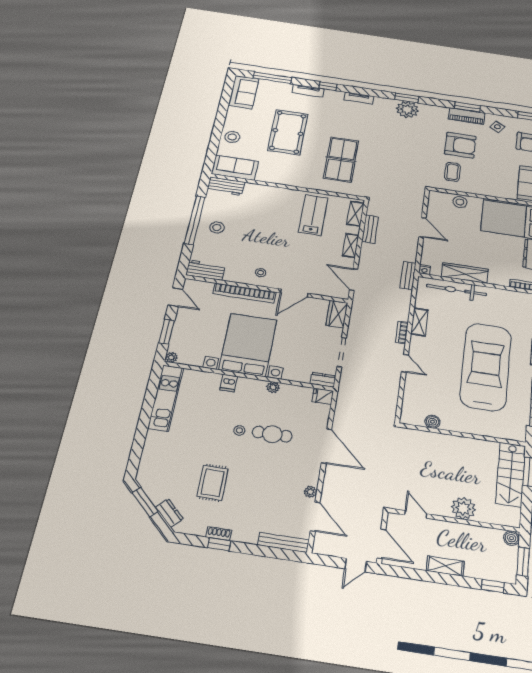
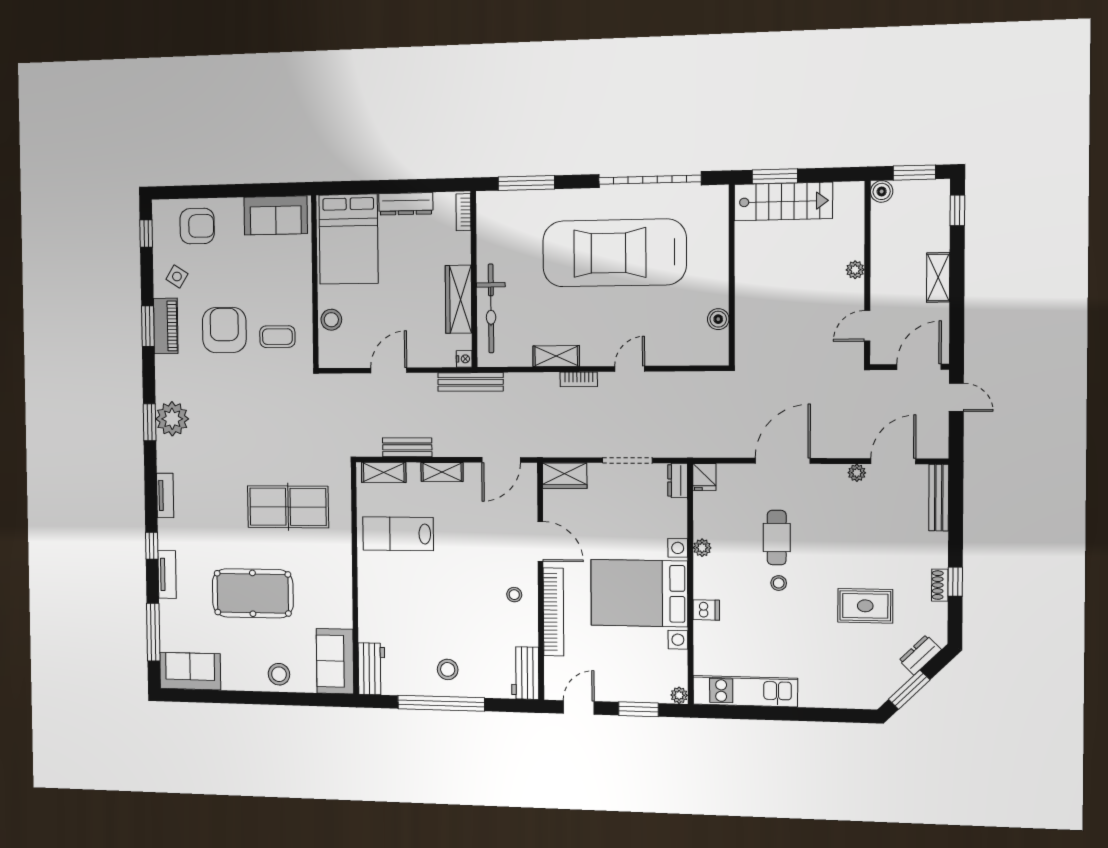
bench: (408, 276) -> (470, 382), width x1.36
plant: (463, 508) -> (855, 270), width x0.53, depth x0.53

